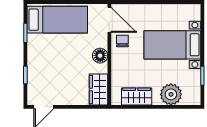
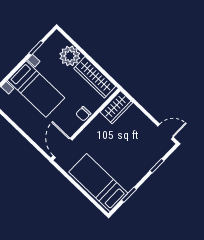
chair: (122, 41) -> (83, 114), moved
floor lamp: (100, 56) -> (93, 130), removed
wardrobe: (137, 96) -> (95, 77), width x1.50

